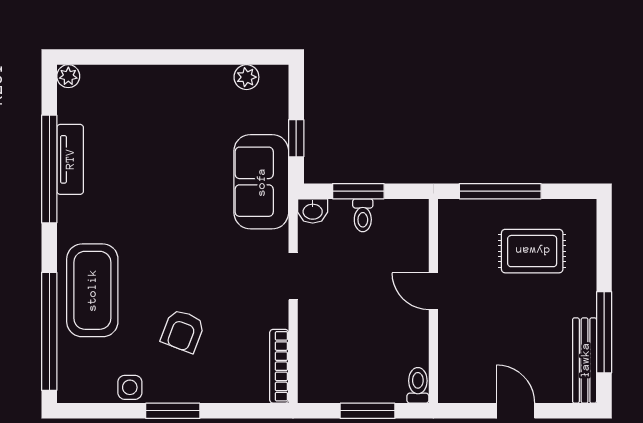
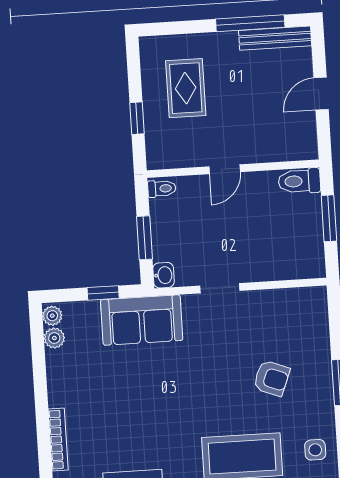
plant: (273, 76) -> (52, 316), added
window: (500, 191) -> (137, 118), width x0.46
toilet: (363, 215) -> (162, 189), moved
bookcase: (279, 366) -> (58, 440), moved, turned -90
toilet: (418, 385) -> (299, 181), width x1.37, depth x1.39
side table: (130, 387) -> (315, 450), moved

